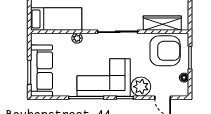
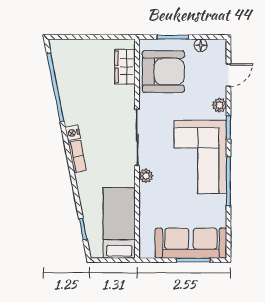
wardrobe: (162, 23) -> (125, 67), width x0.67
plant: (77, 38) -> (146, 176), moved
armchair: (165, 51) -> (163, 72), turned 90
plant: (141, 87) -> (219, 105), width x0.53, depth x0.53

